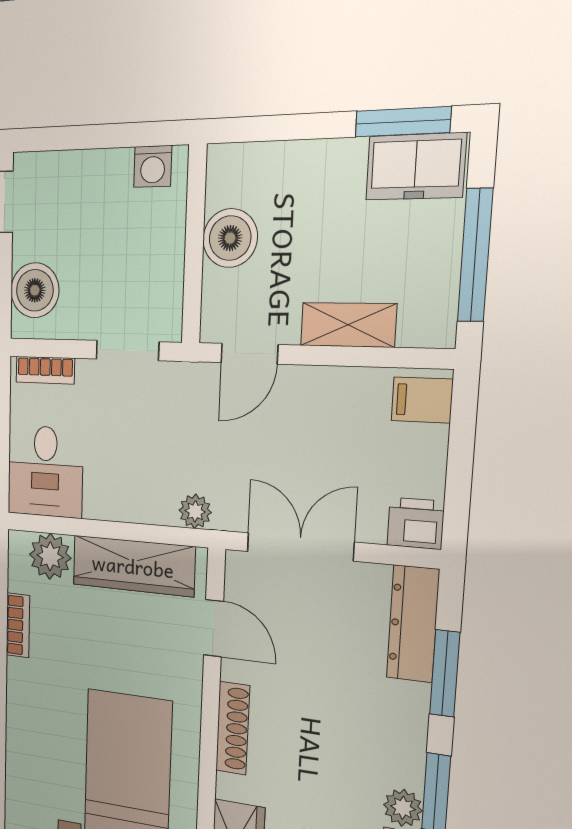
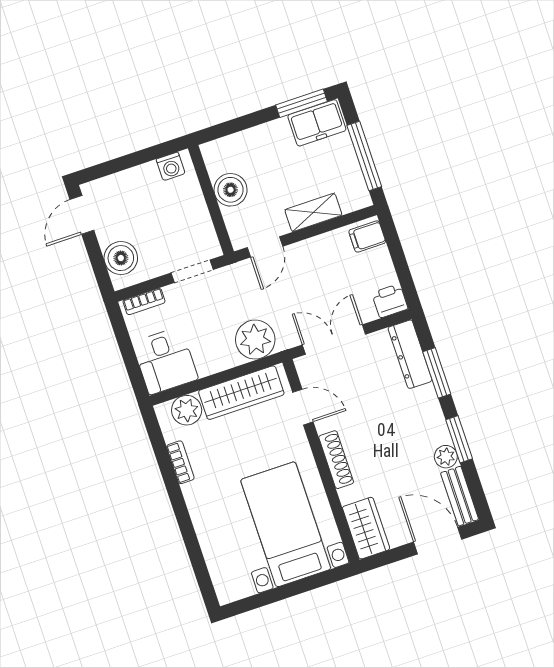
plant: (195, 511) -> (255, 340), width x1.87, depth x1.87

